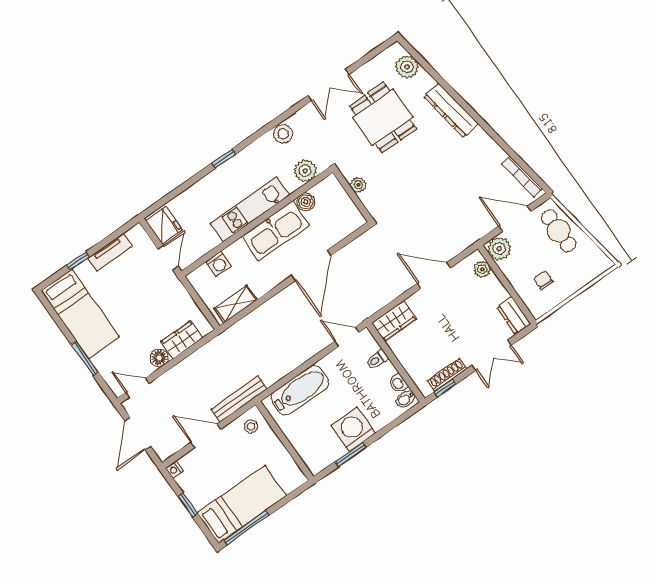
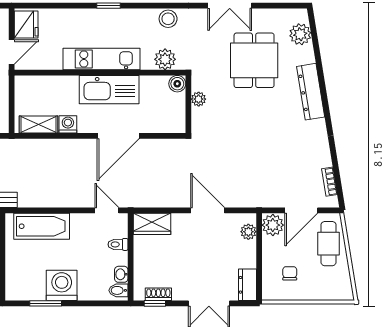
bookcase: (522, 177) -> (329, 182), width x0.64
boiler: (306, 202) -> (177, 84), moved
door: (515, 219) -> (301, 210), swing flipped
washing machine: (219, 264) -> (68, 124), moved, turned 180
shoe rack: (447, 375) -> (158, 294), width x0.70

